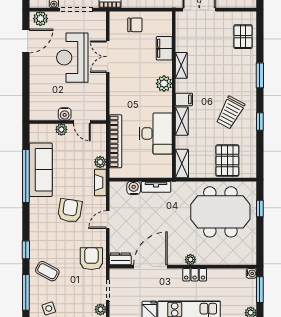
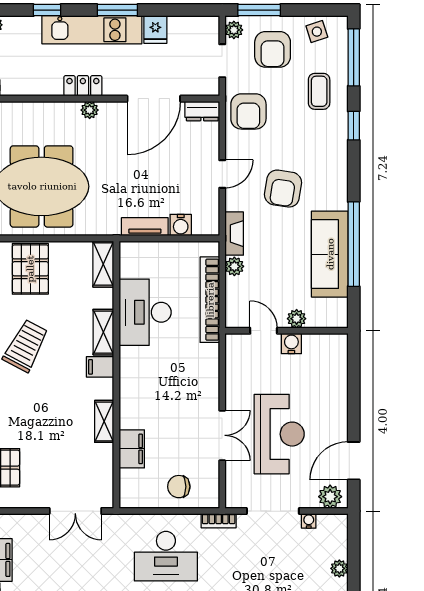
plant: (164, 84) -> (132, 392), removed
coffee table: (47, 271) -> (319, 91), turned 62
armchair: (76, 297) -> (273, 49), added

